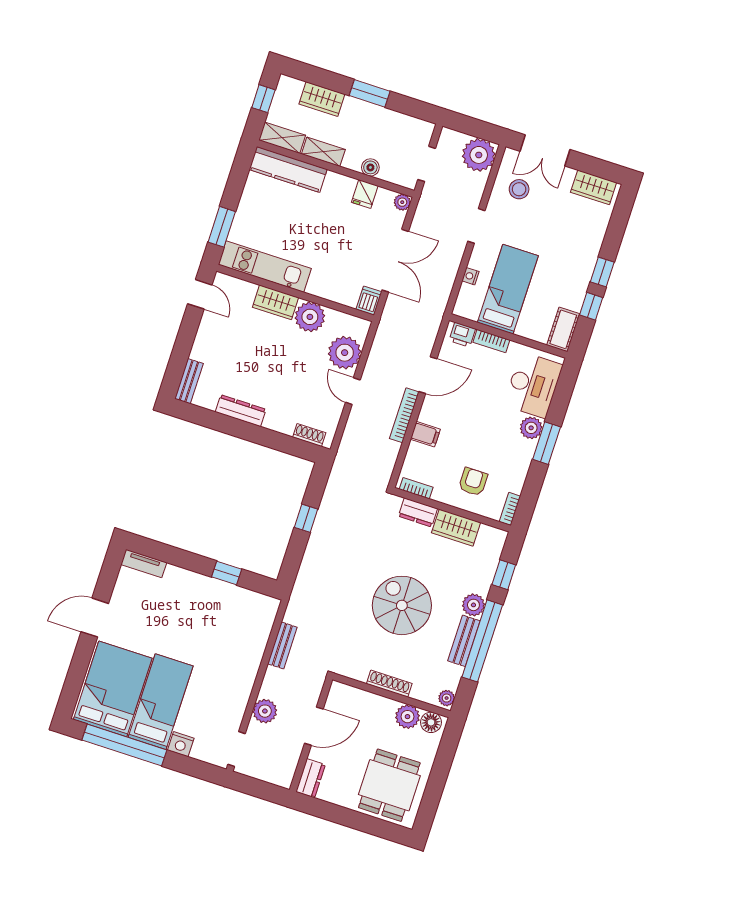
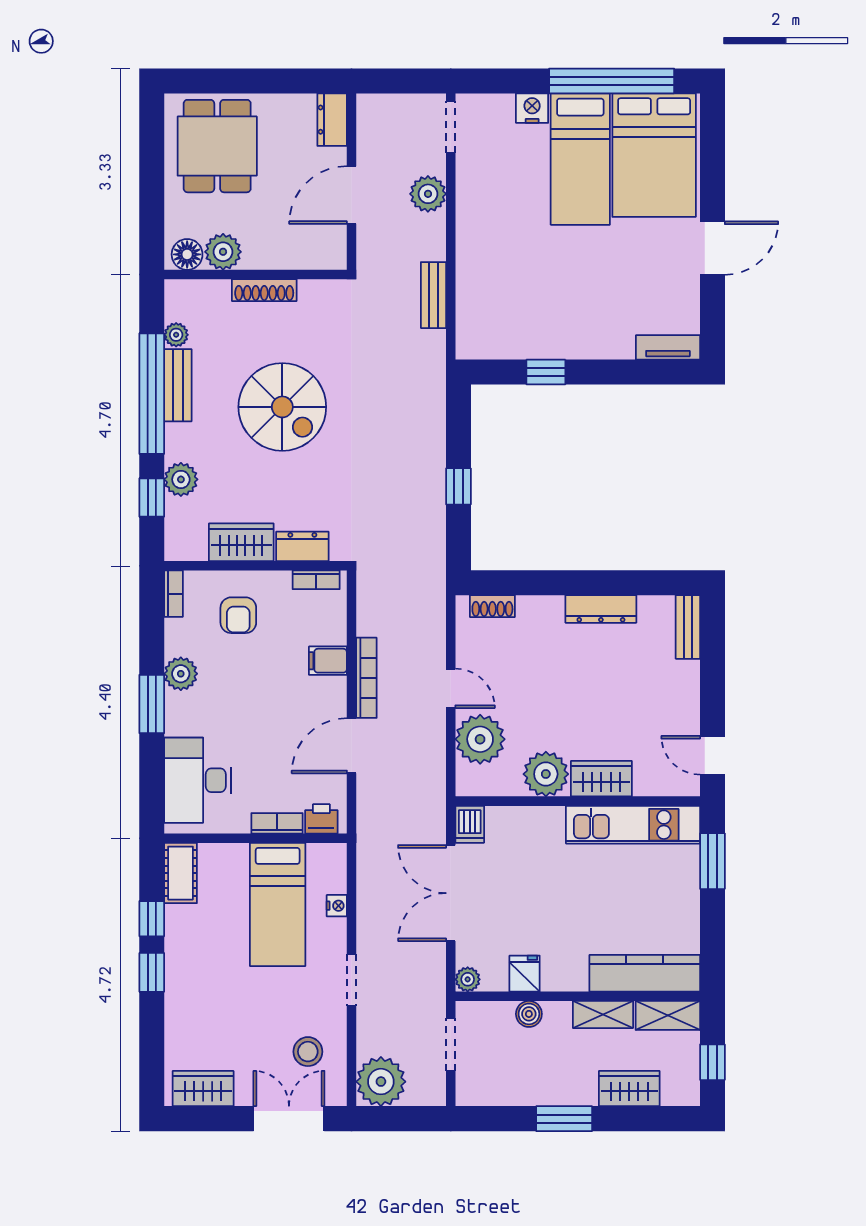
plant: (531, 428) -> (181, 674), moved
plant: (473, 605) -> (181, 479), moved
plant: (447, 698) -> (176, 335), moved

